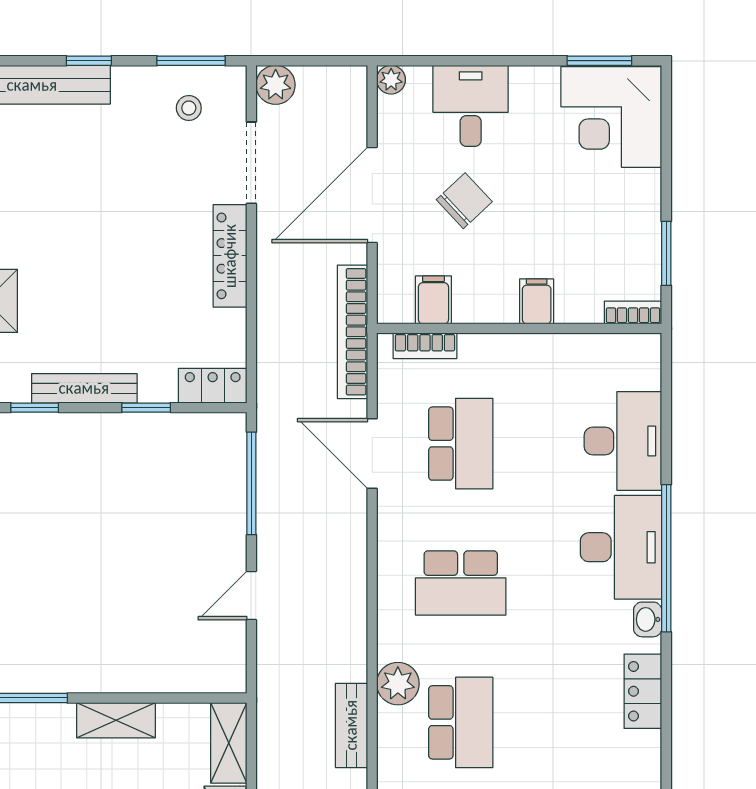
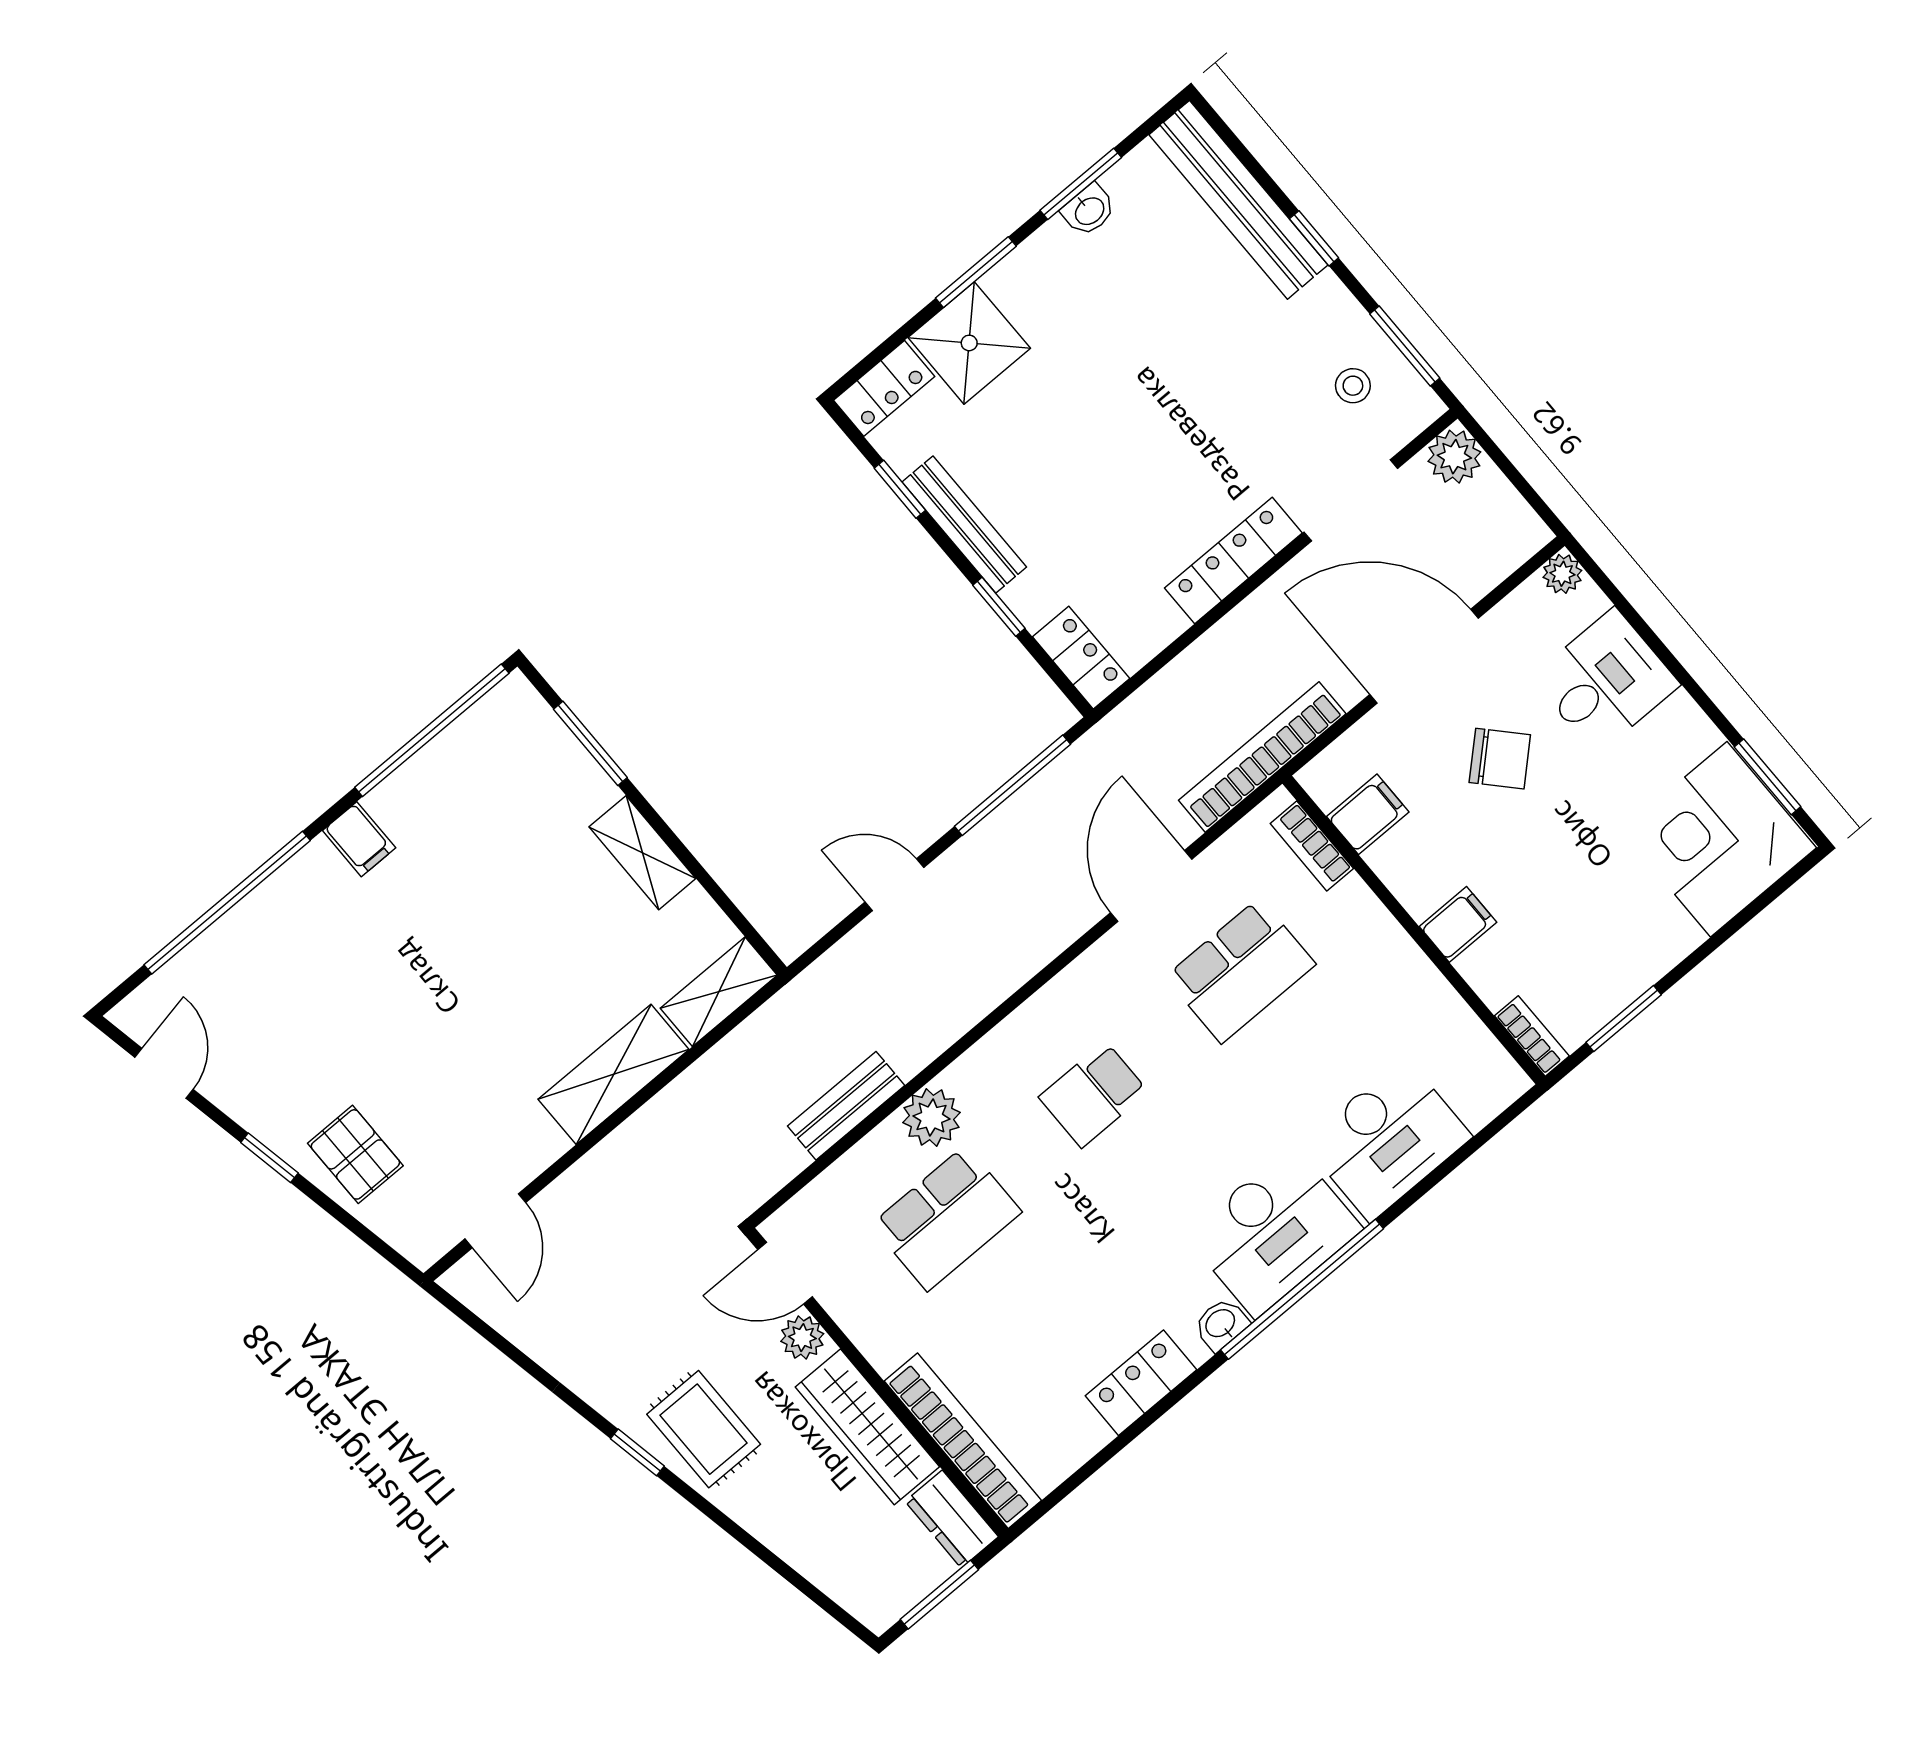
school desk: (461, 583) -> (1093, 1094), width x0.54

